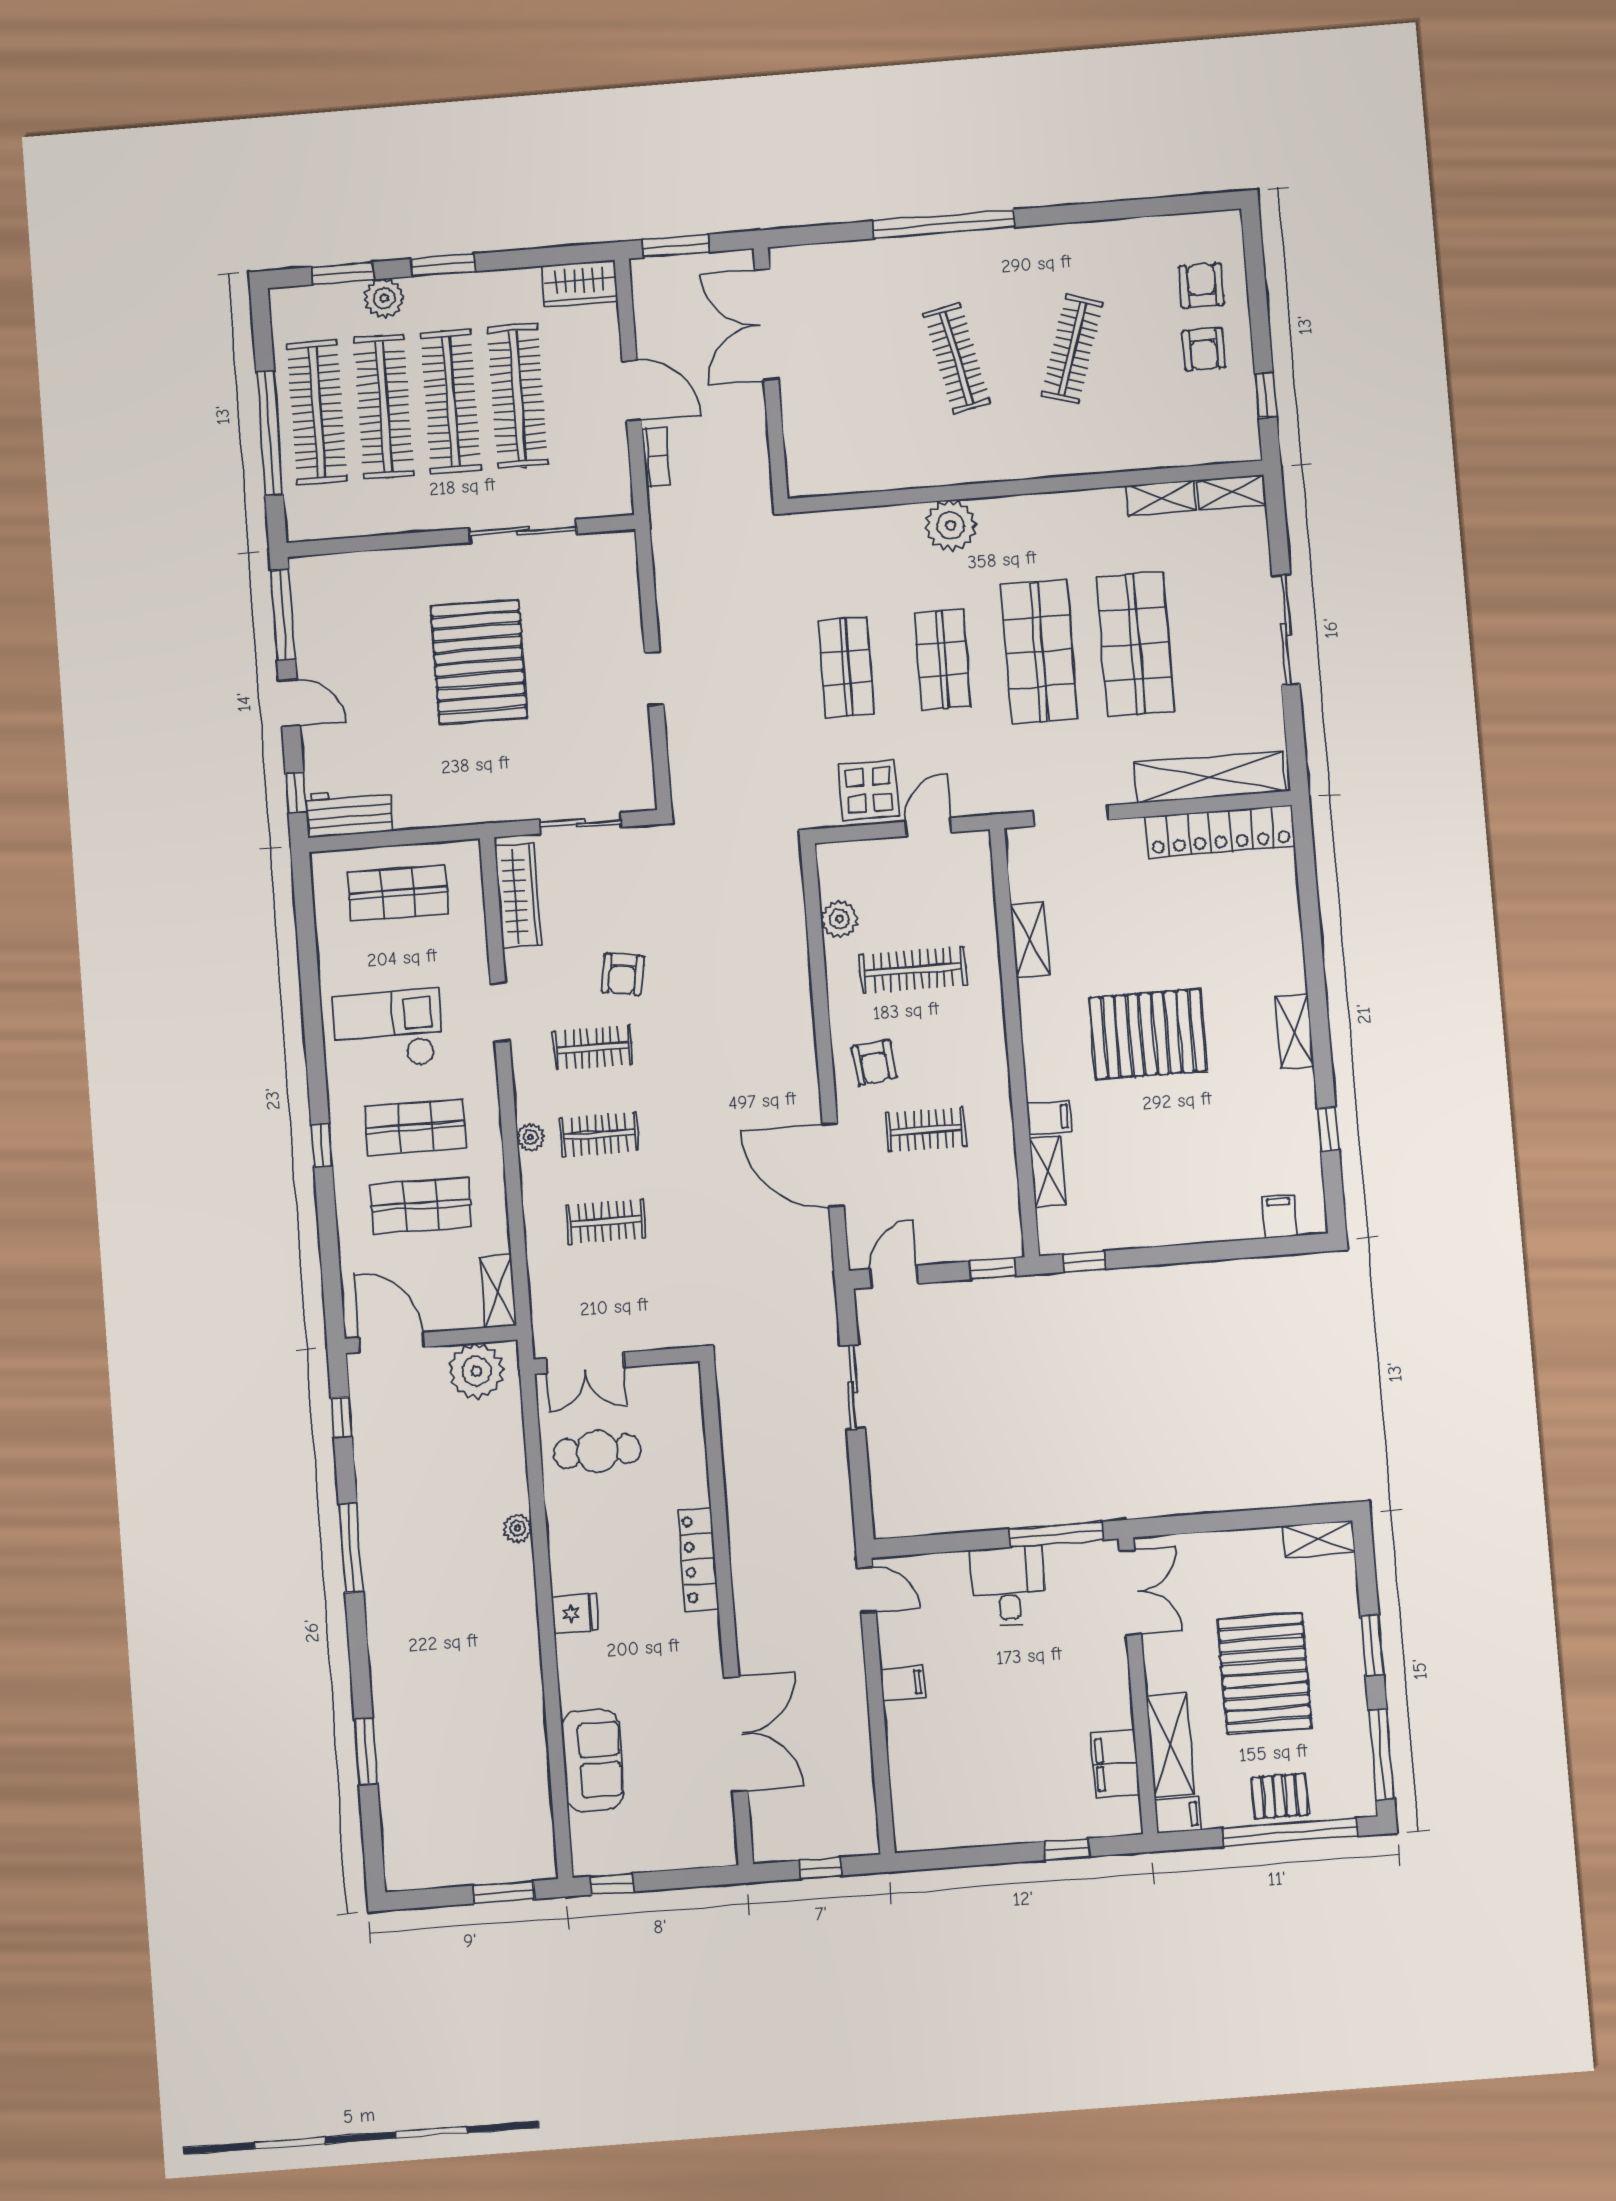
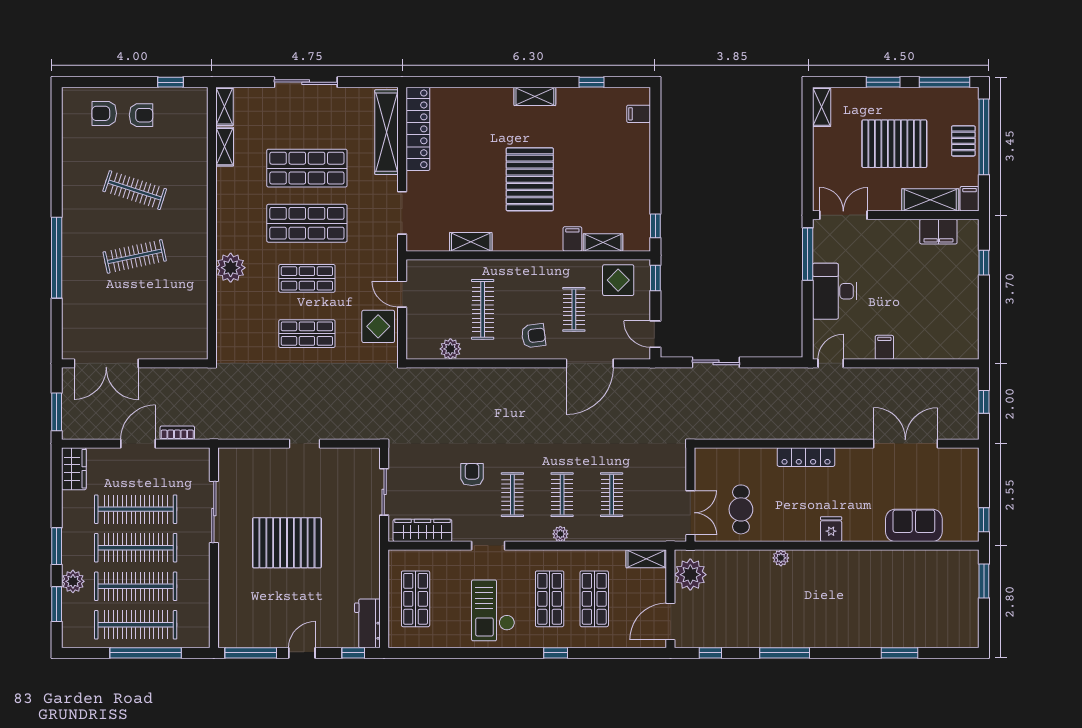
armchair: (623, 974) -> (472, 475), turned -99
display table: (984, 1203) -> (618, 280), added
desk: (1008, 1586) -> (835, 291), width x1.37

